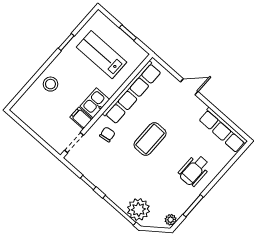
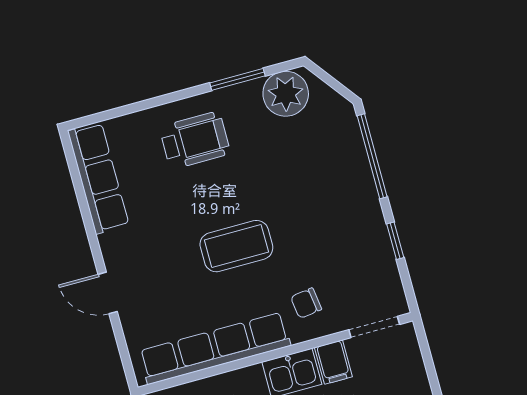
plant: (138, 209) -> (338, 136), removed
plant: (171, 220) -> (286, 94), width x1.88, depth x1.88

